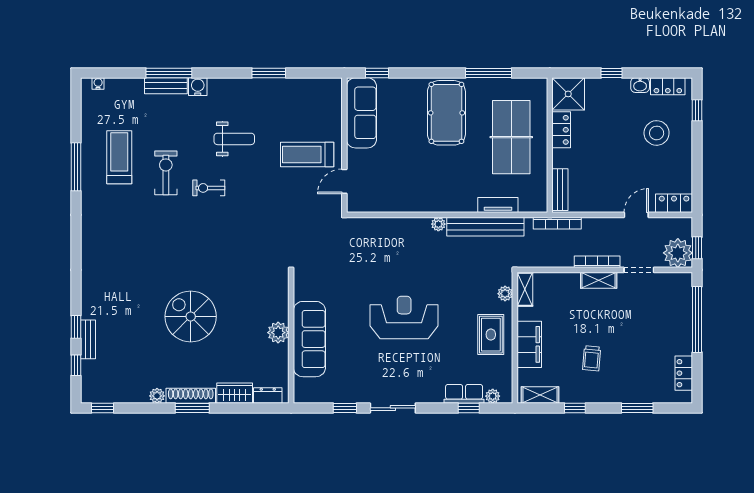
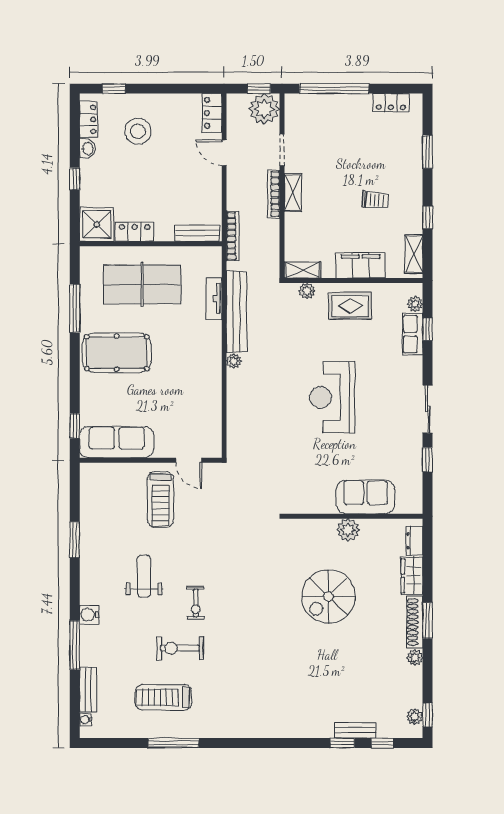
bench: (166, 86) -> (88, 690), moved
spiral stairs: (191, 316) -> (328, 596), moved
sofa: (309, 339) -> (366, 497), width x0.73
plant: (101, 396) -> (415, 717), added

